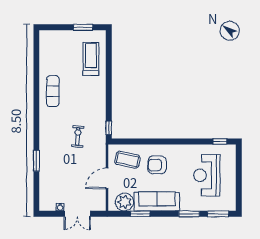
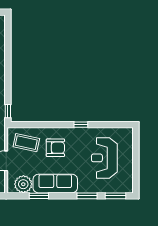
window: (220, 141) -> (81, 125), moved
armchair: (157, 165) -> (55, 148), turned 180

